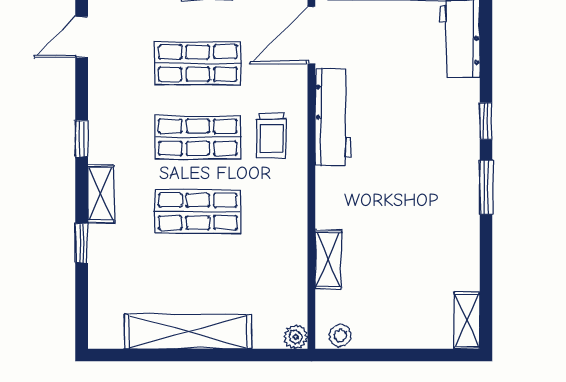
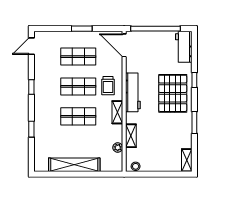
door: (311, 35) -> (124, 45), hinge flipped
workbench: (333, 117) -> (133, 92), moved
pallet: (432, 154) -> (173, 93), added
window: (486, 187) -> (194, 123), moved
shelving: (101, 194) -> (117, 112), moved
plant: (296, 337) -> (118, 148), moved

